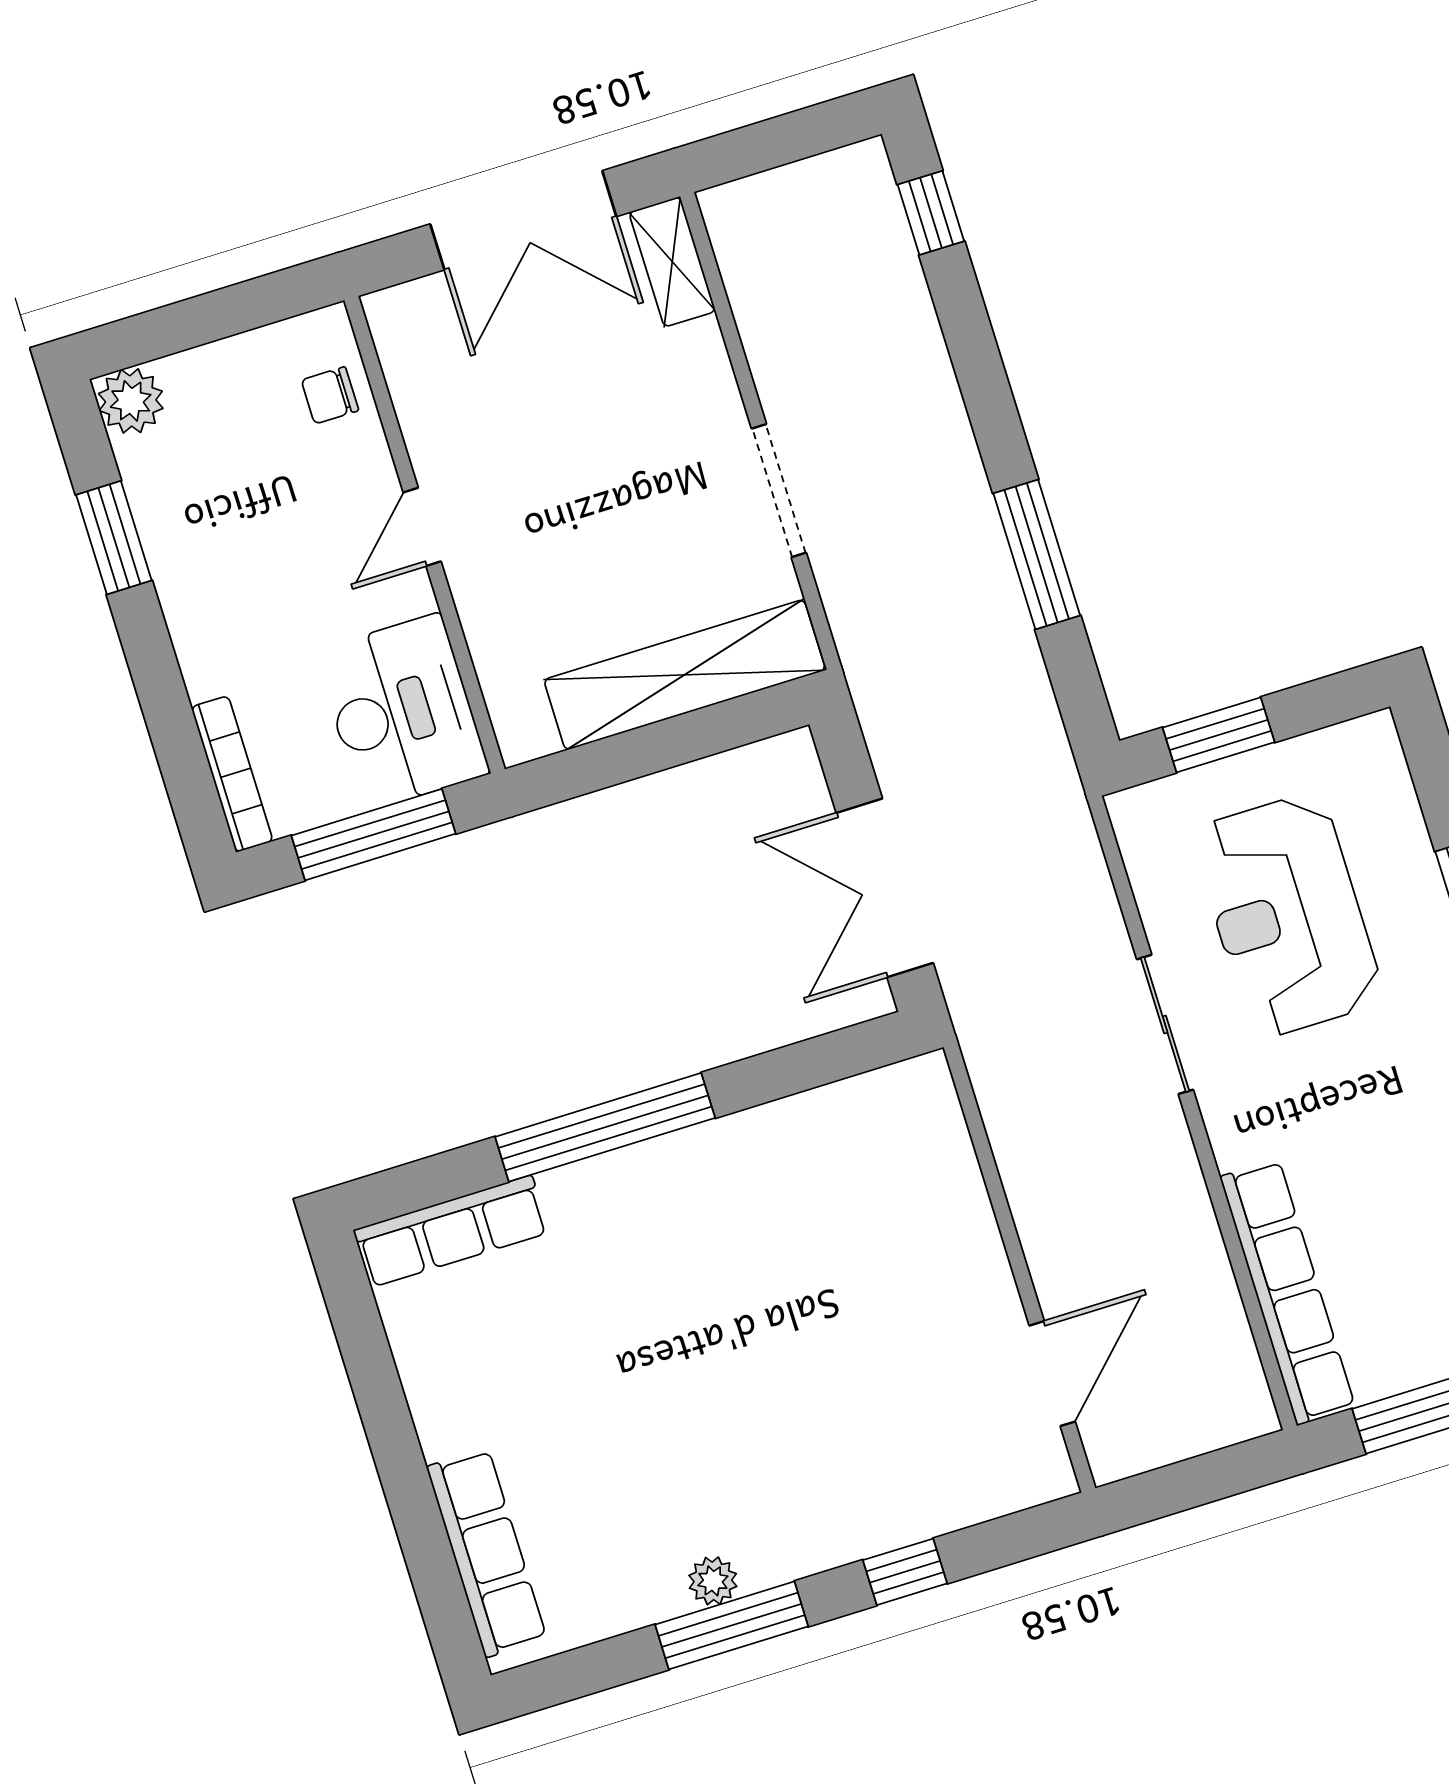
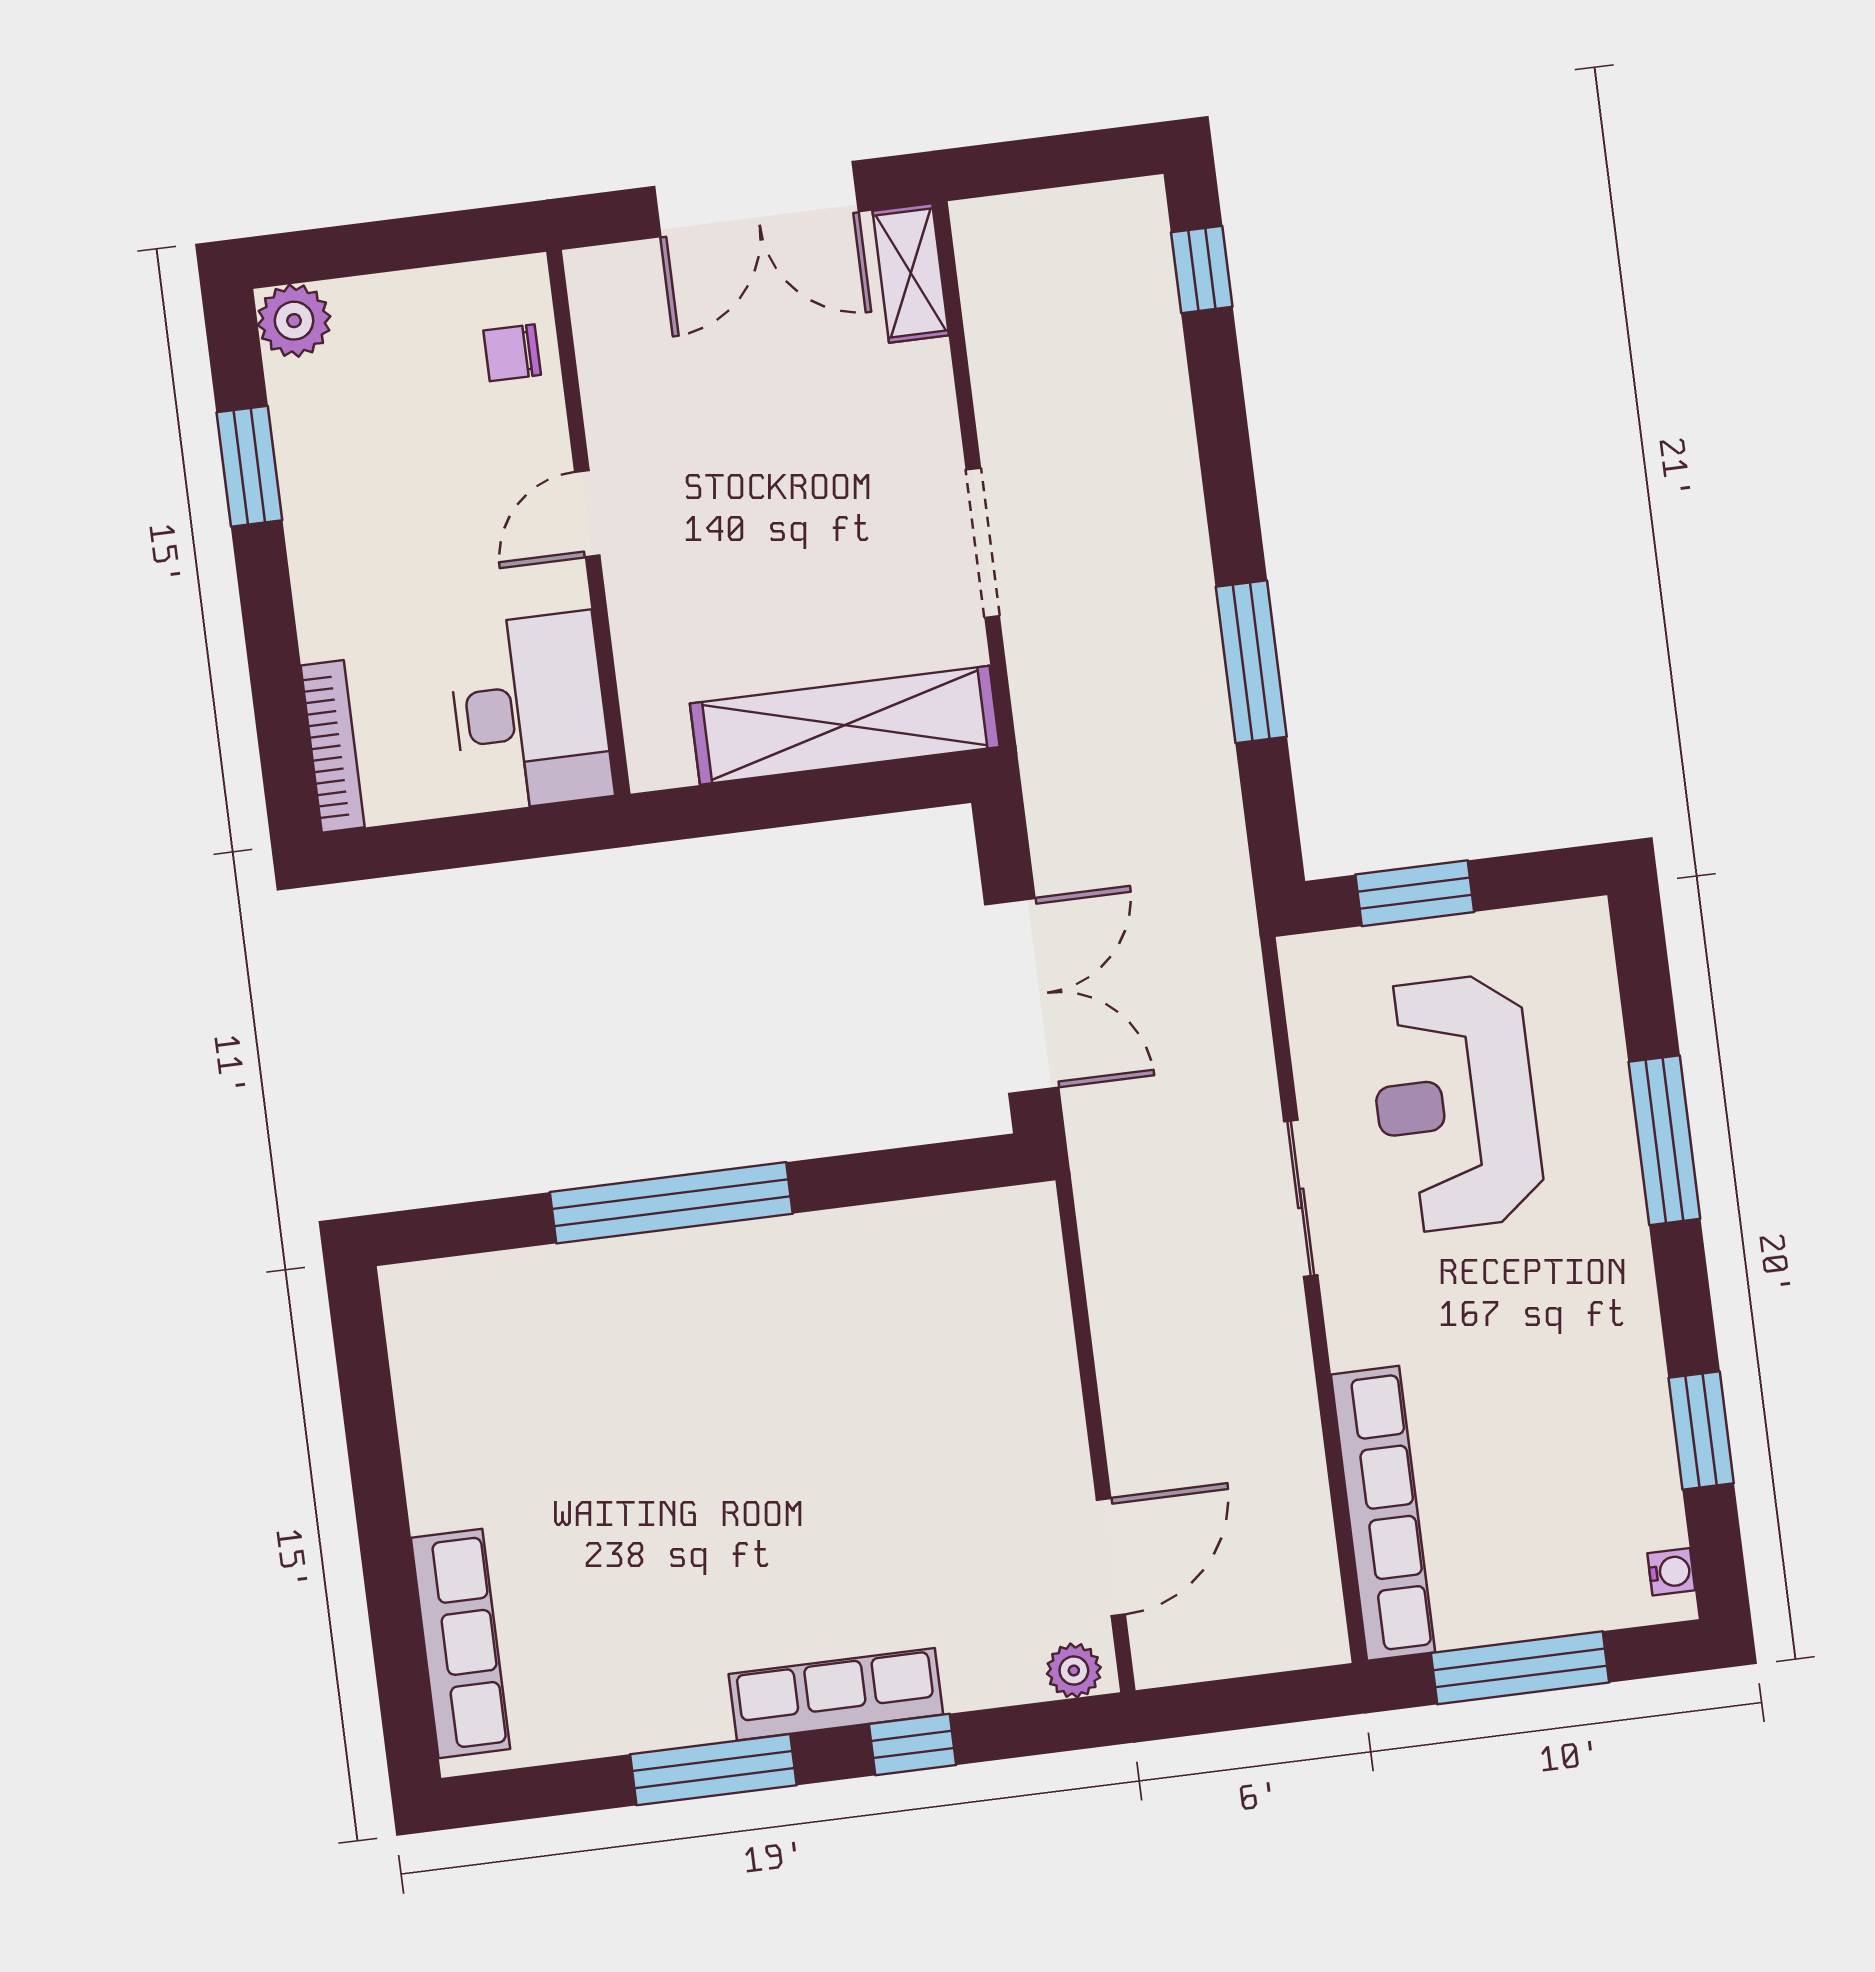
window: (373, 835) -> (475, 840), removed
double door: (885, 888) -> (1022, 996), swing flipped
row of seats: (451, 1231) -> (836, 1694), moved, turned 180
plant: (713, 1581) -> (1074, 1671), moved

